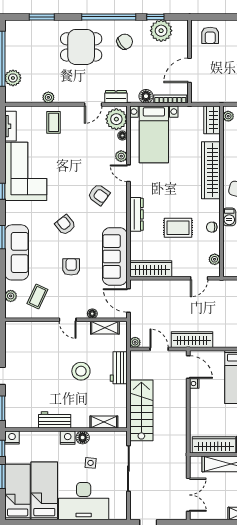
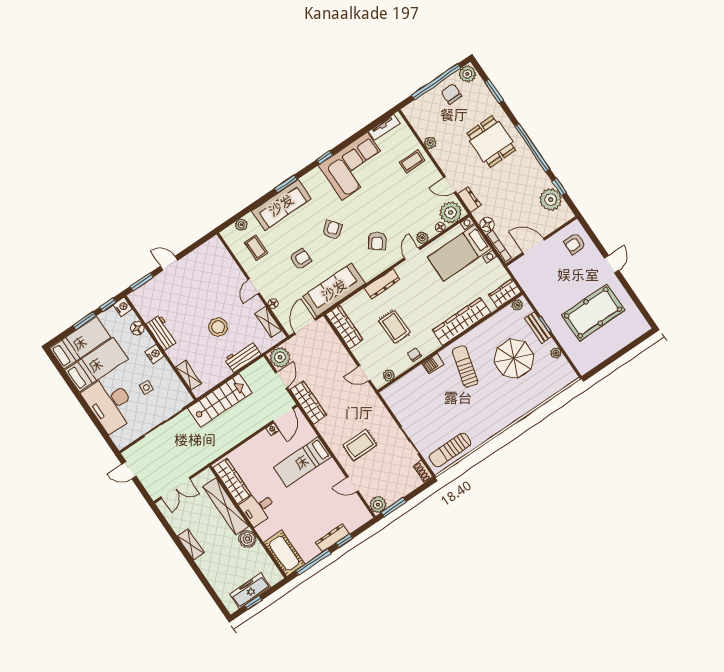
chair: (125, 42) -> (451, 94), moved, turned -144
plant: (13, 78) -> (467, 74), moved
coffee table: (37, 296) -> (256, 248), turned 65
plant: (135, 342) -> (280, 357), width x1.87, depth x1.87
floor lamp: (83, 438) -> (137, 328), moved

